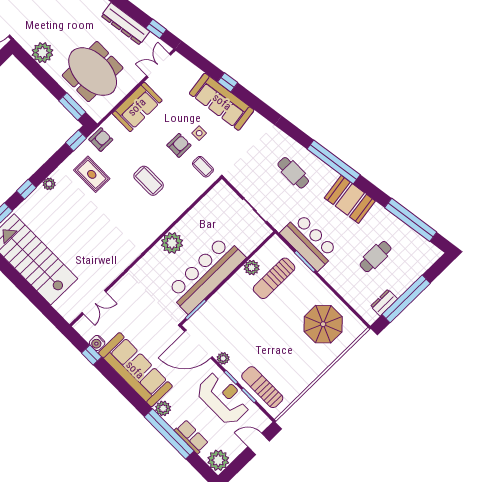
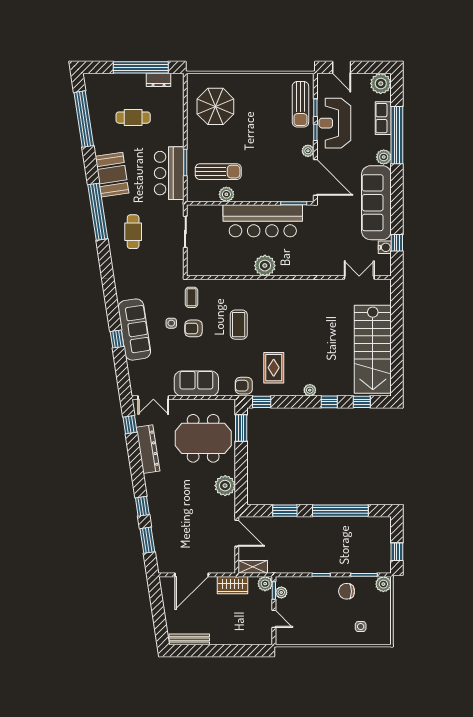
meeting table: (93, 72) -> (203, 438), turned 90

